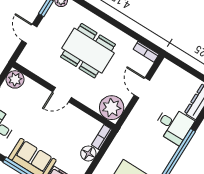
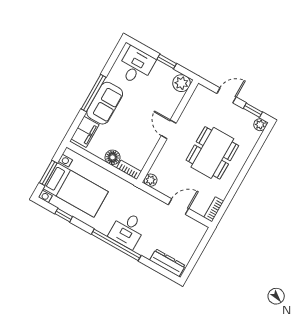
plant: (112, 108) -> (151, 180), width x0.53, depth x0.53
desk: (174, 125) -> (128, 230), moved

